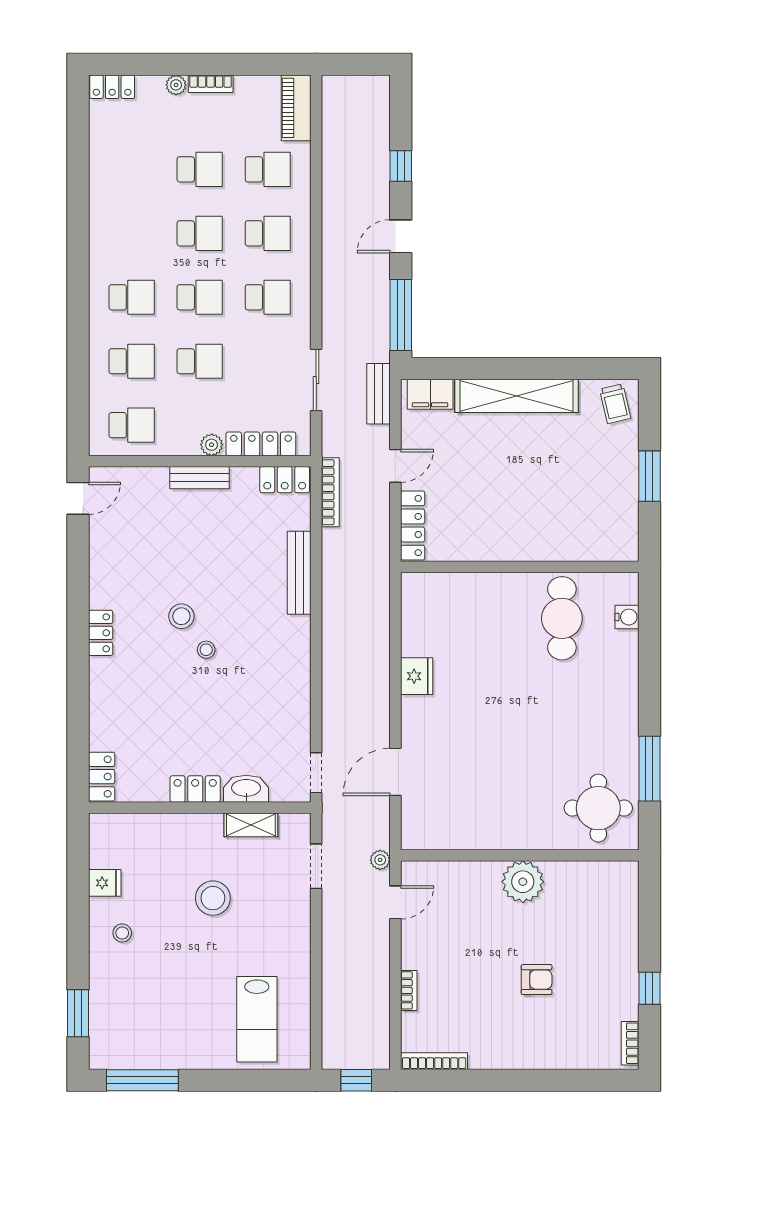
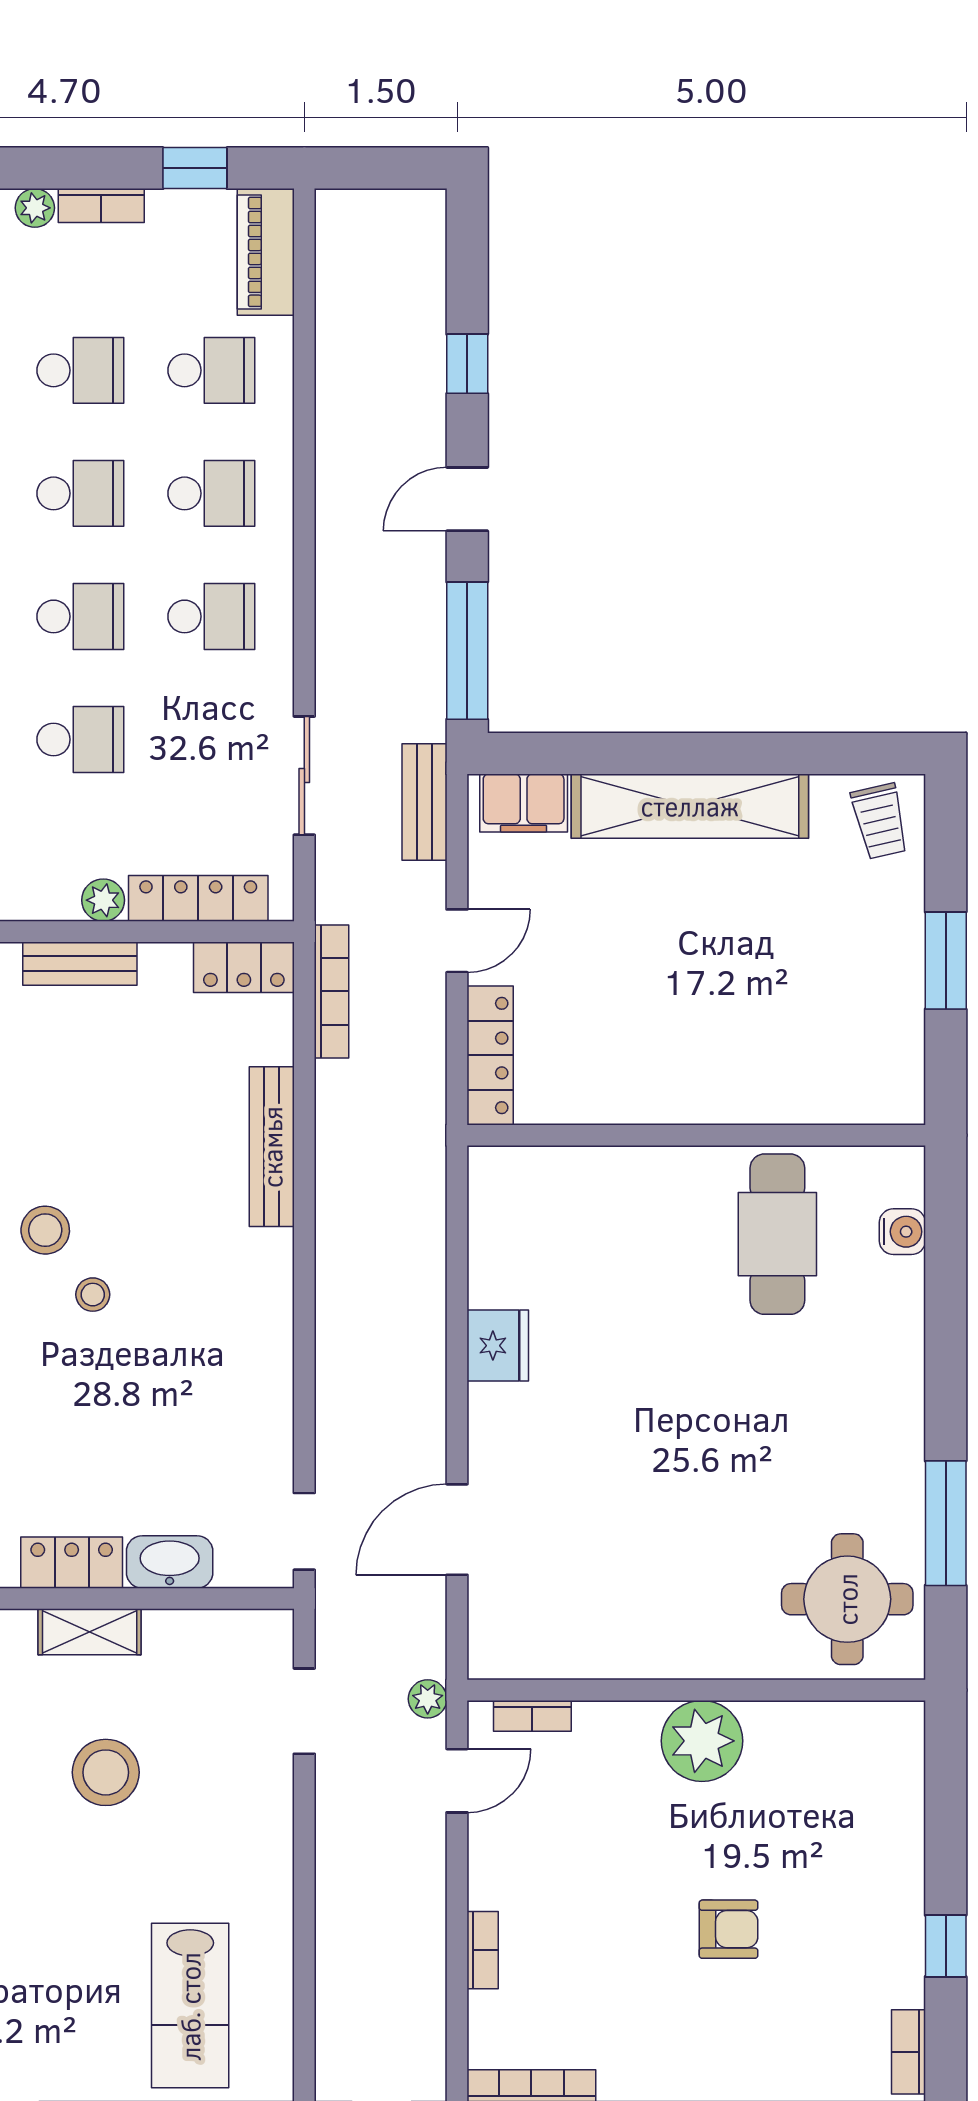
window: (259, 64) -> (195, 168), added
shelving: (251, 825) -> (90, 1632), moved
bookcase: (435, 869) -> (532, 1716), added

